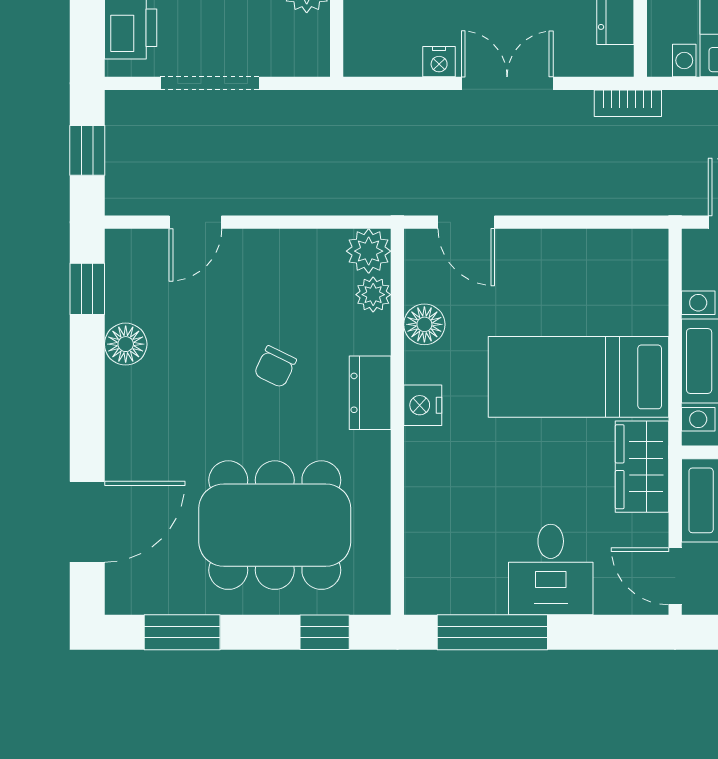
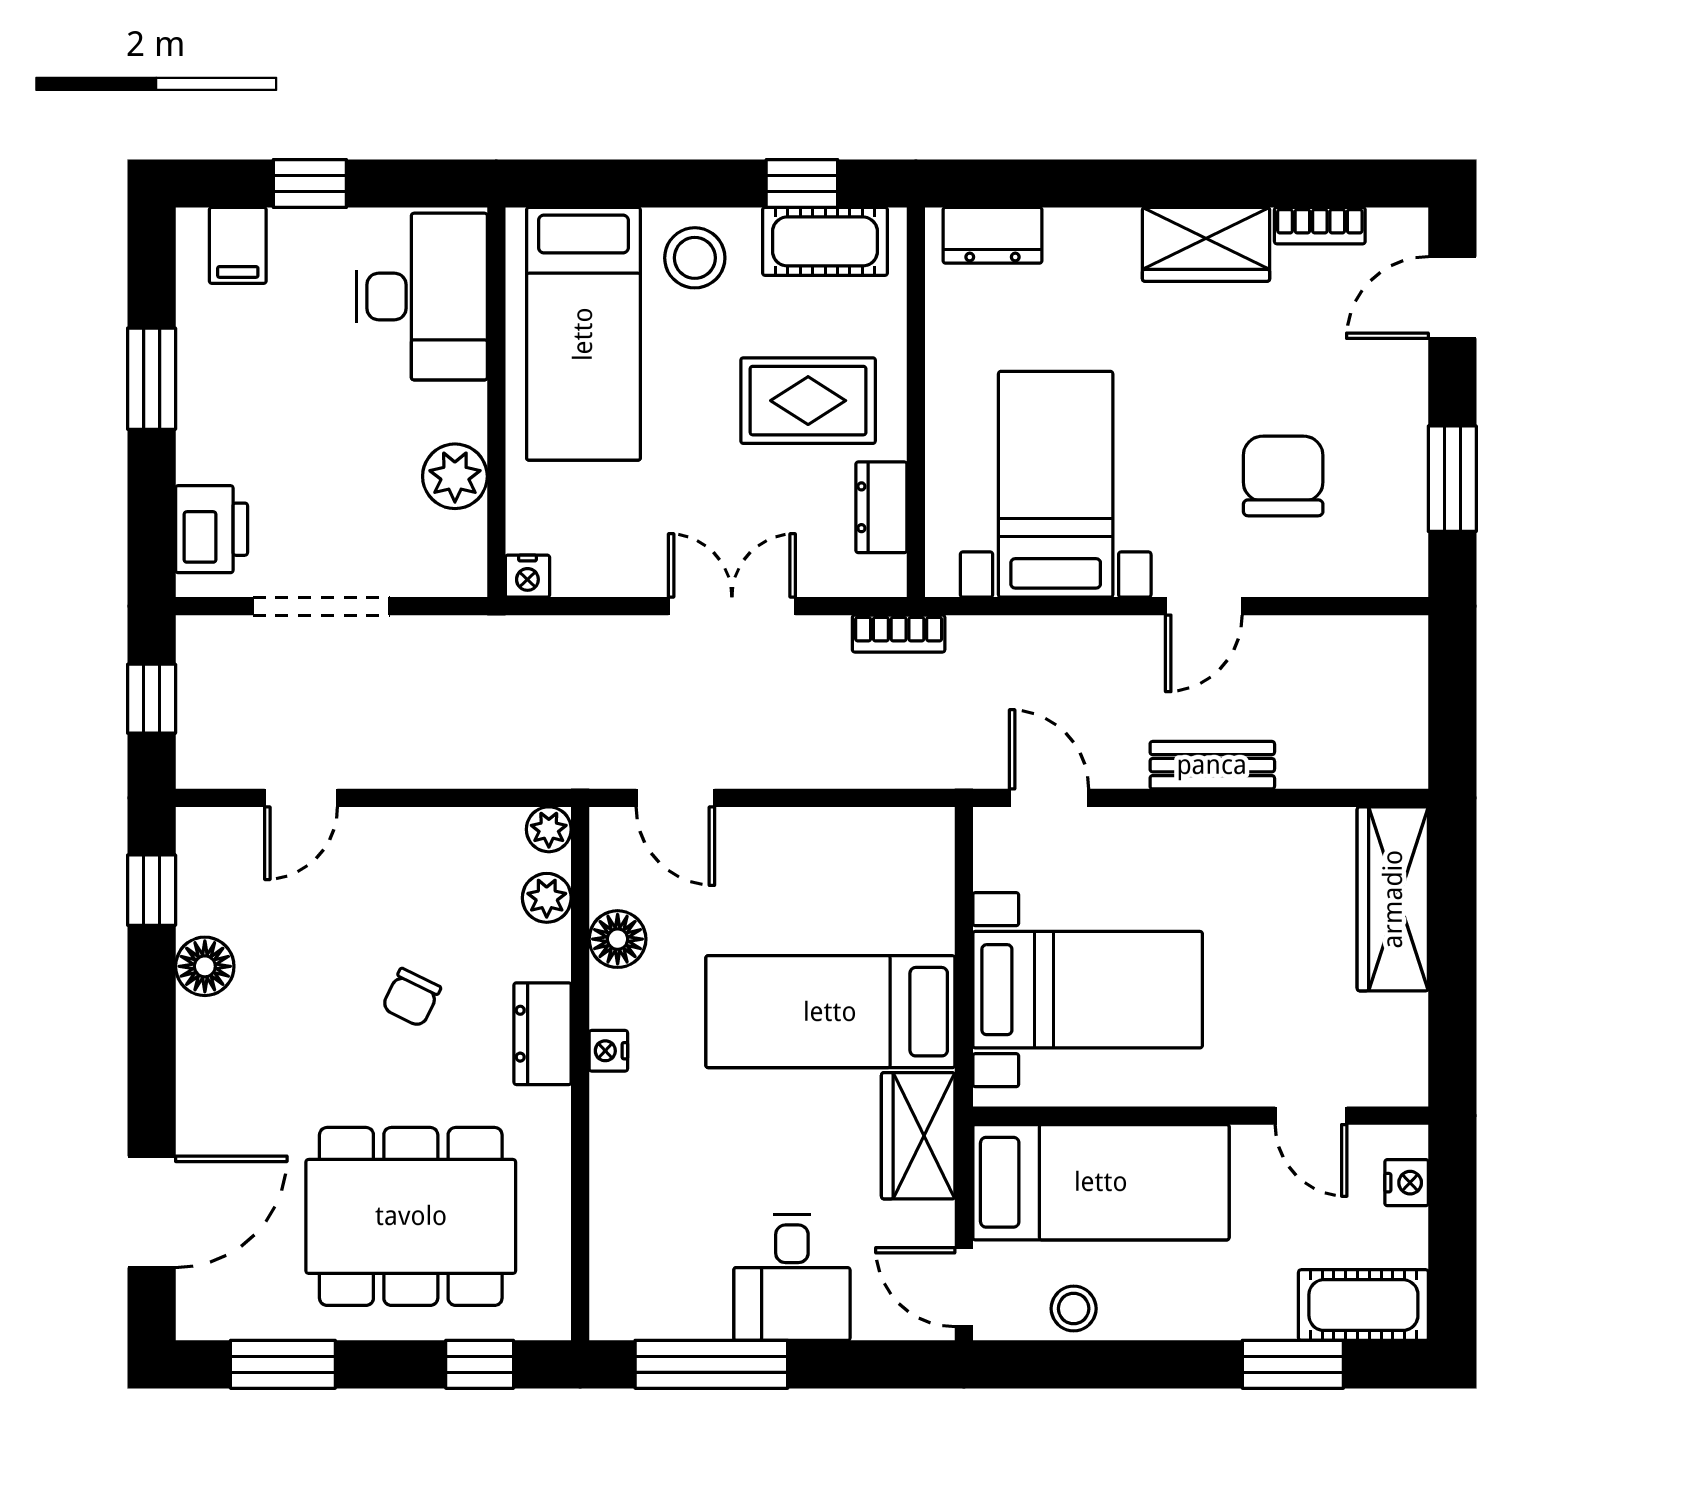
nightstand: (439, 62) -> (527, 576), moved
plant: (369, 251) -> (549, 829), width x0.73, depth x0.73
nightstand: (423, 405) -> (608, 1051), width x0.72, depth x0.74

